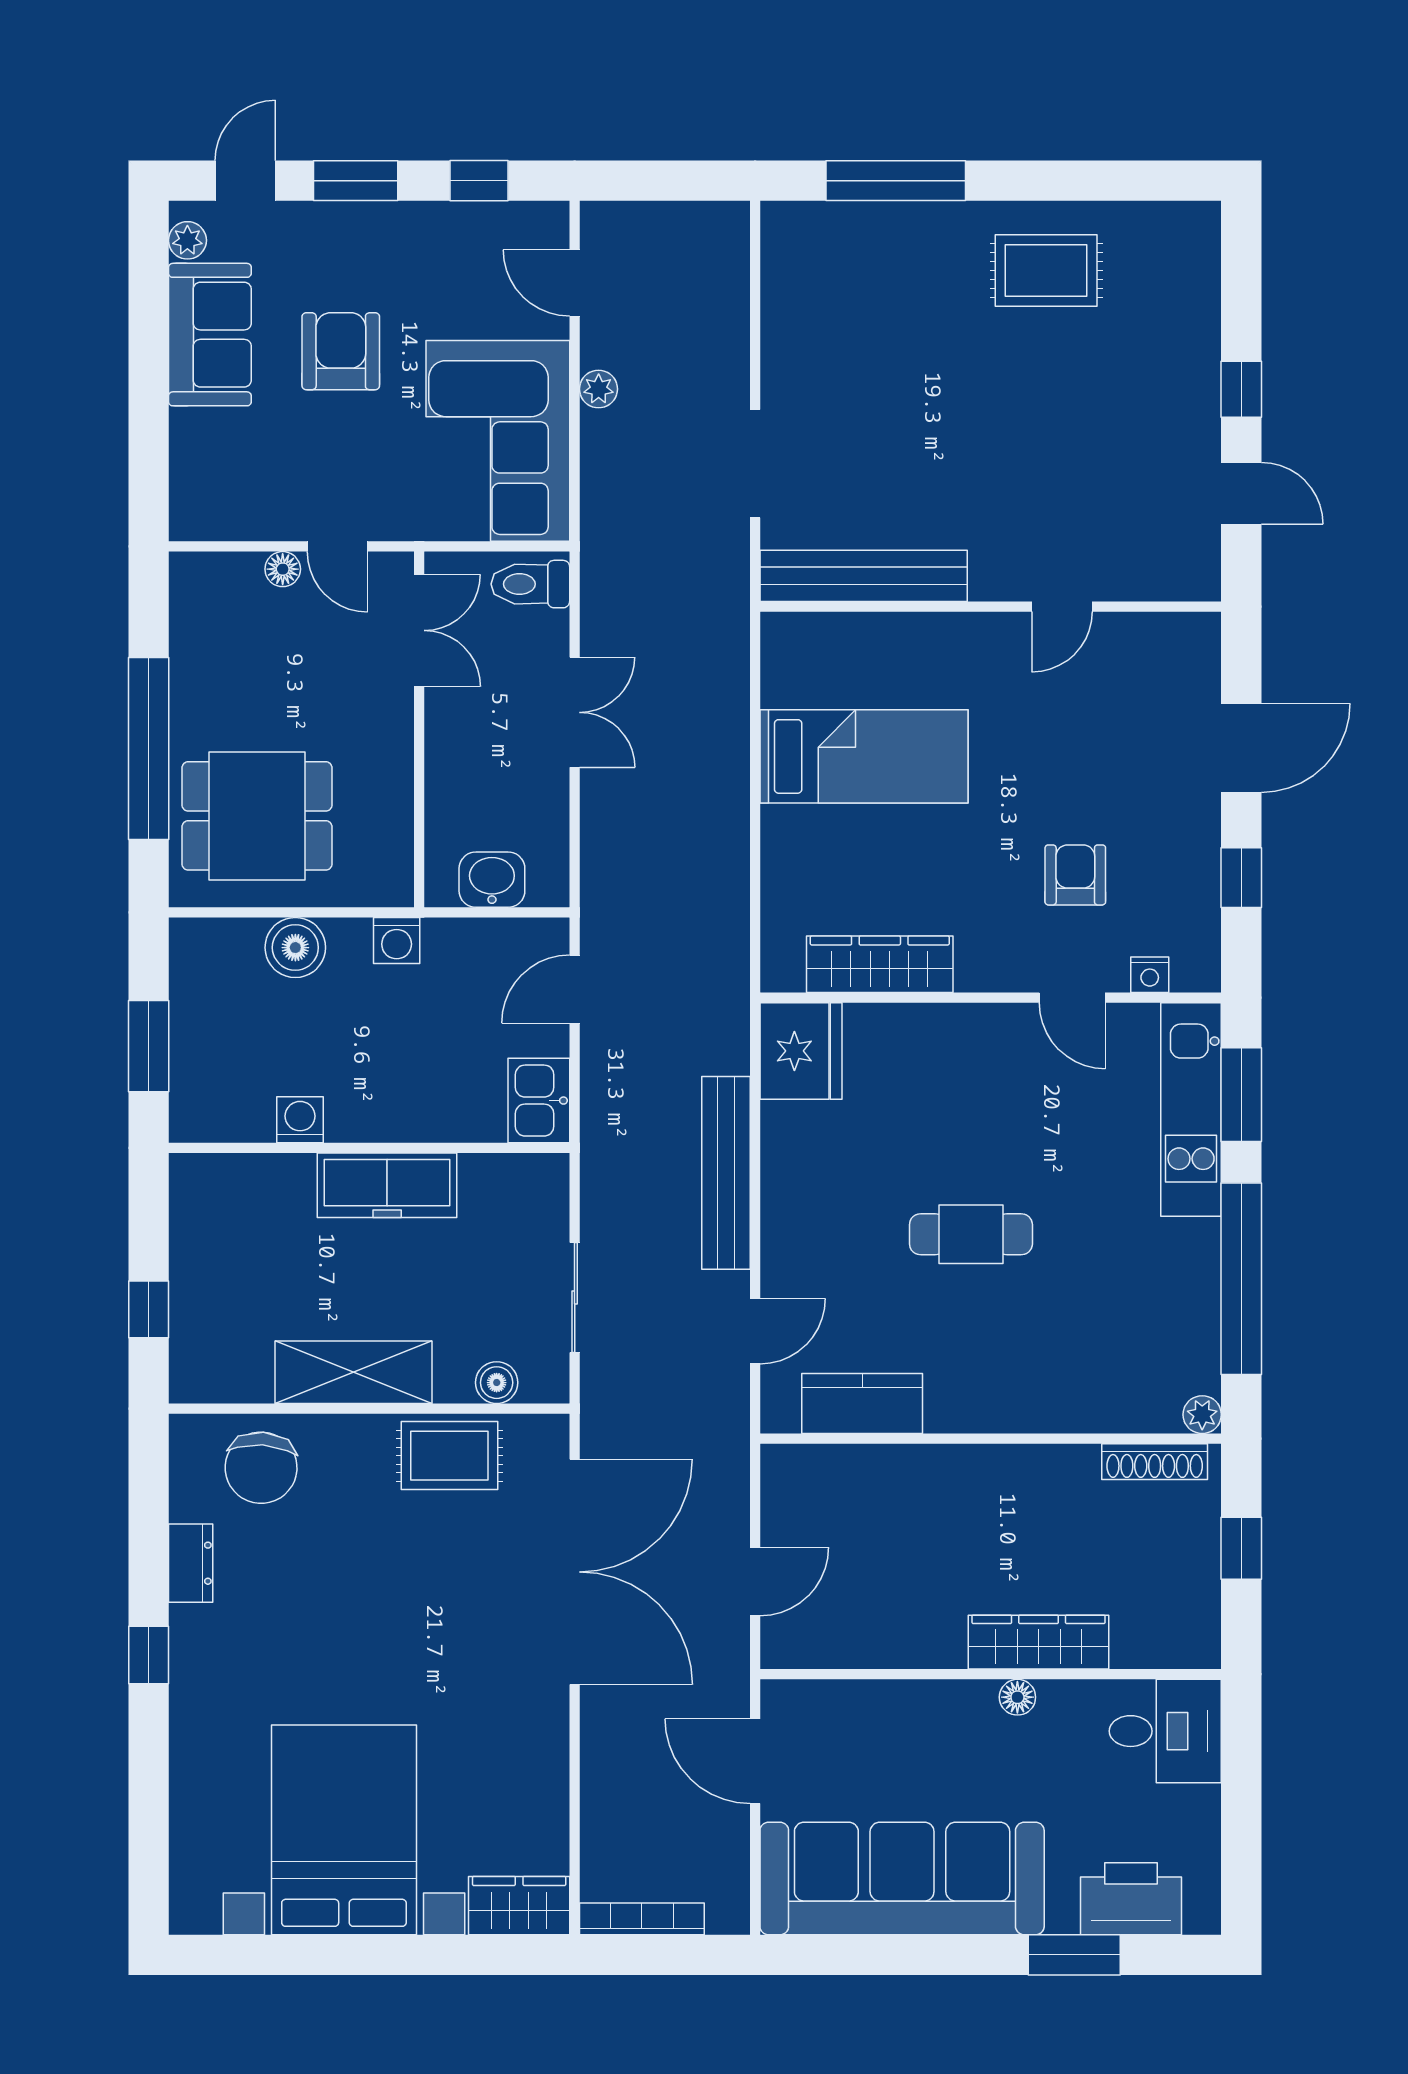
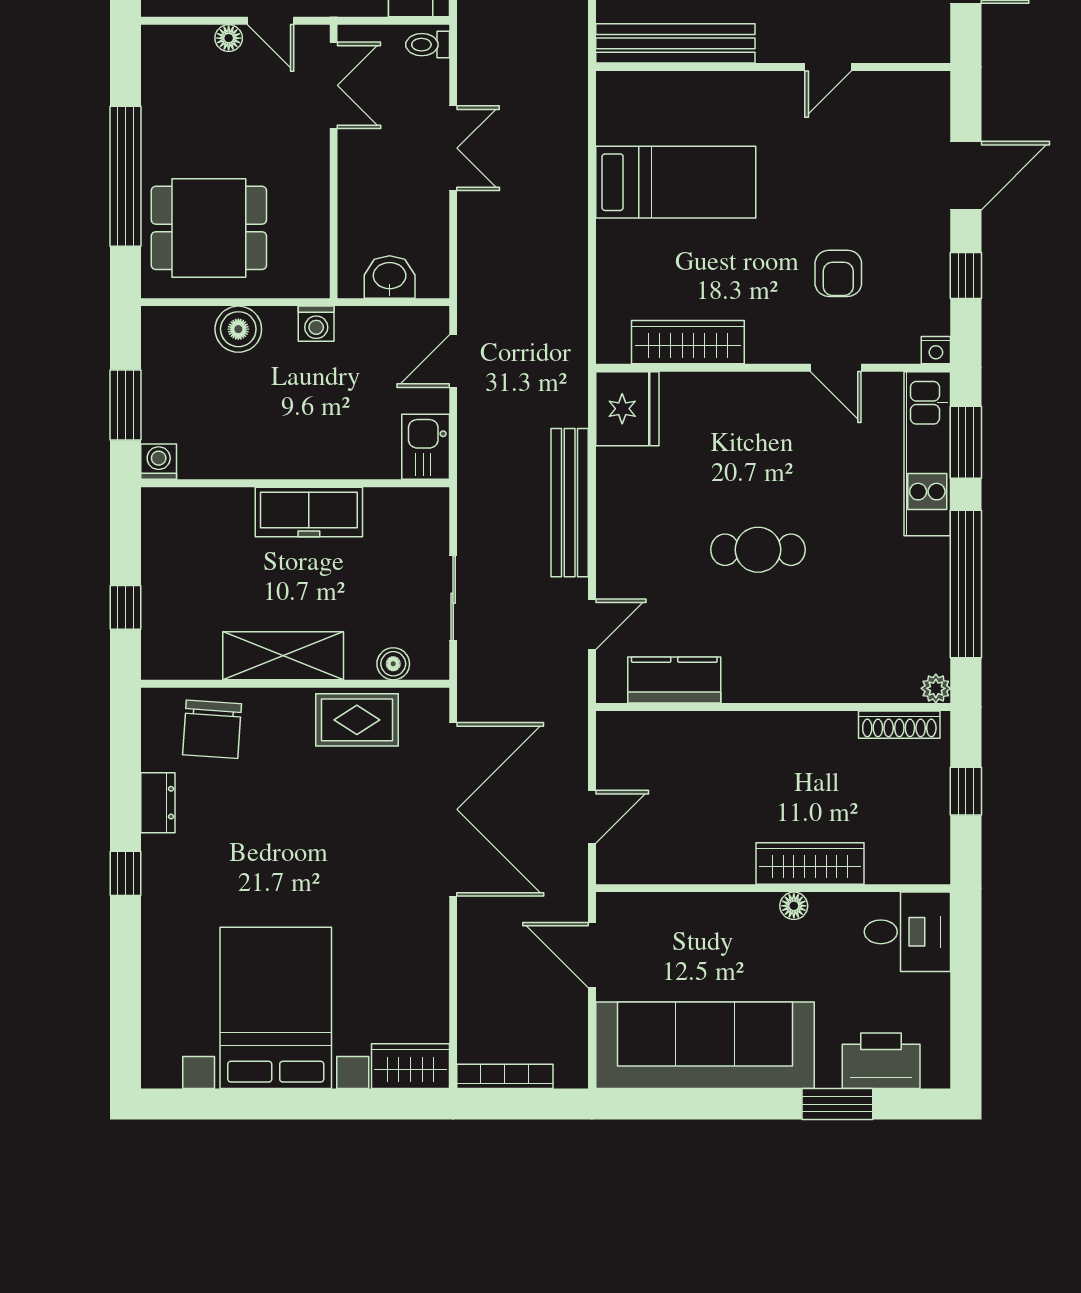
toilet: (530, 584) -> (428, 45), width x0.73, depth x0.72
armchair: (1075, 875) -> (838, 273), turned 180
nightstand: (1150, 975) -> (936, 350), moved
washing machine: (300, 1120) -> (159, 462), moved

